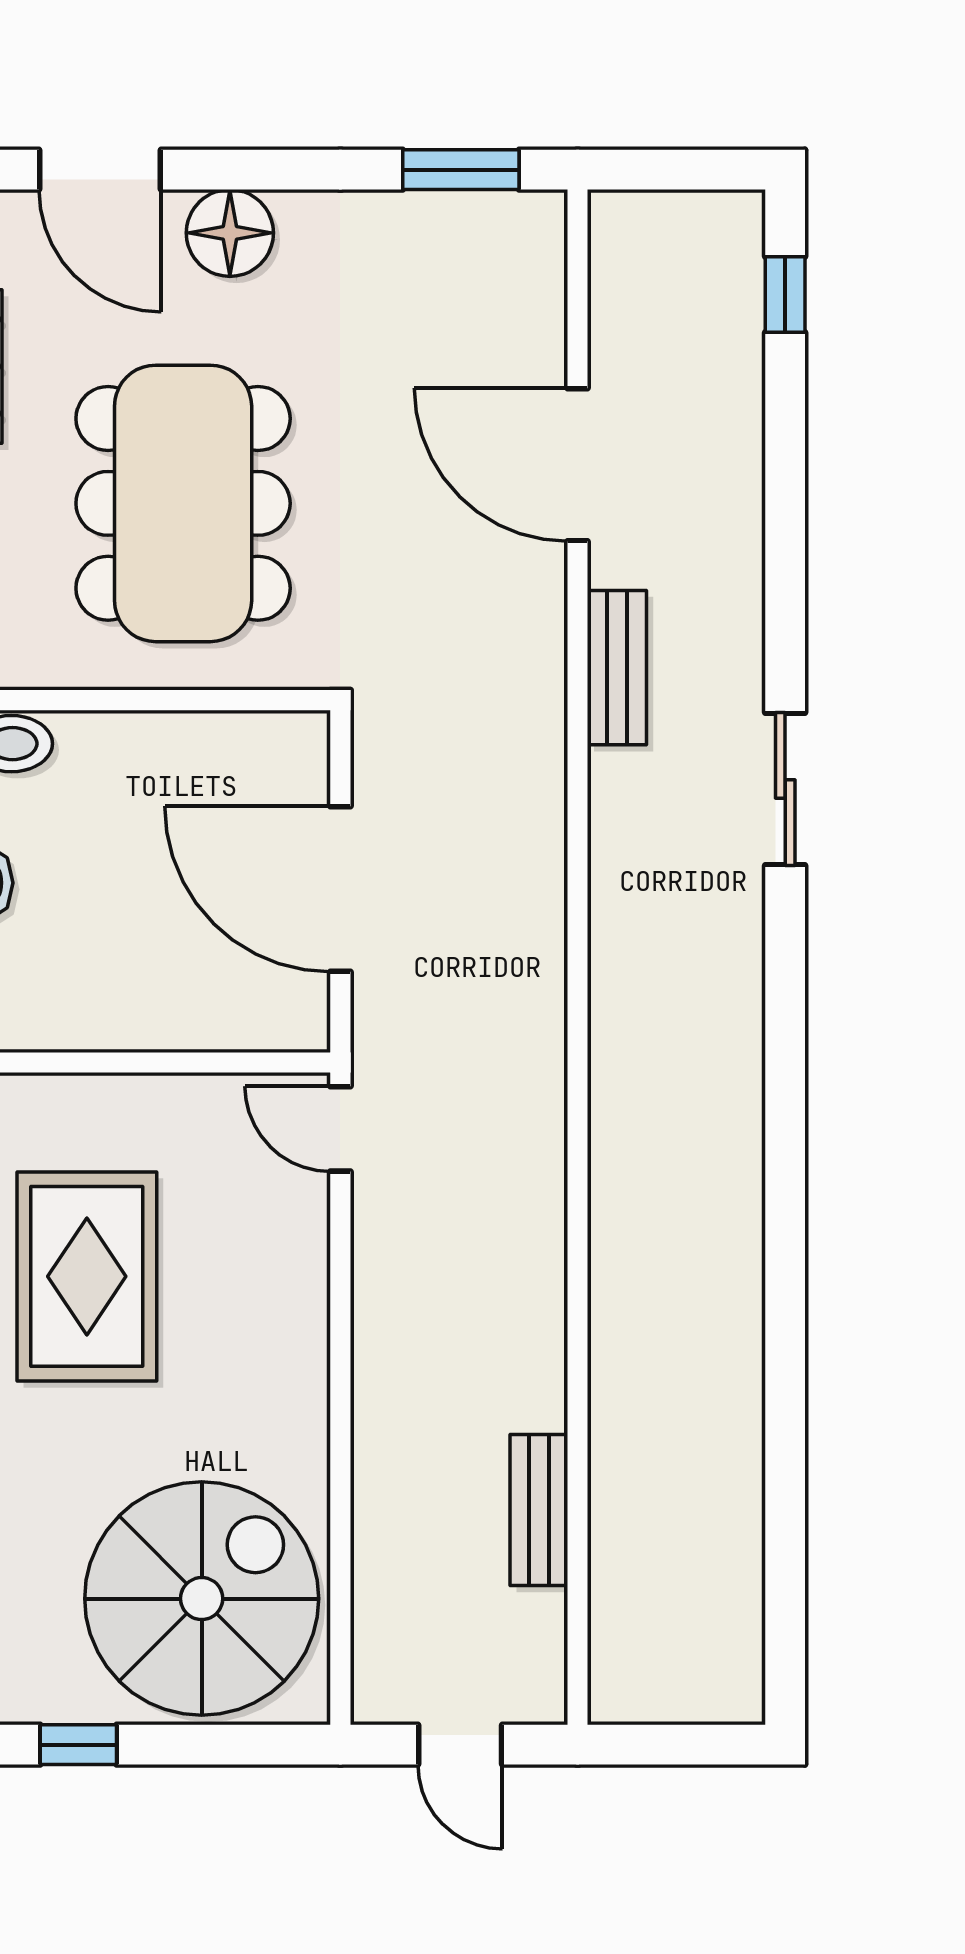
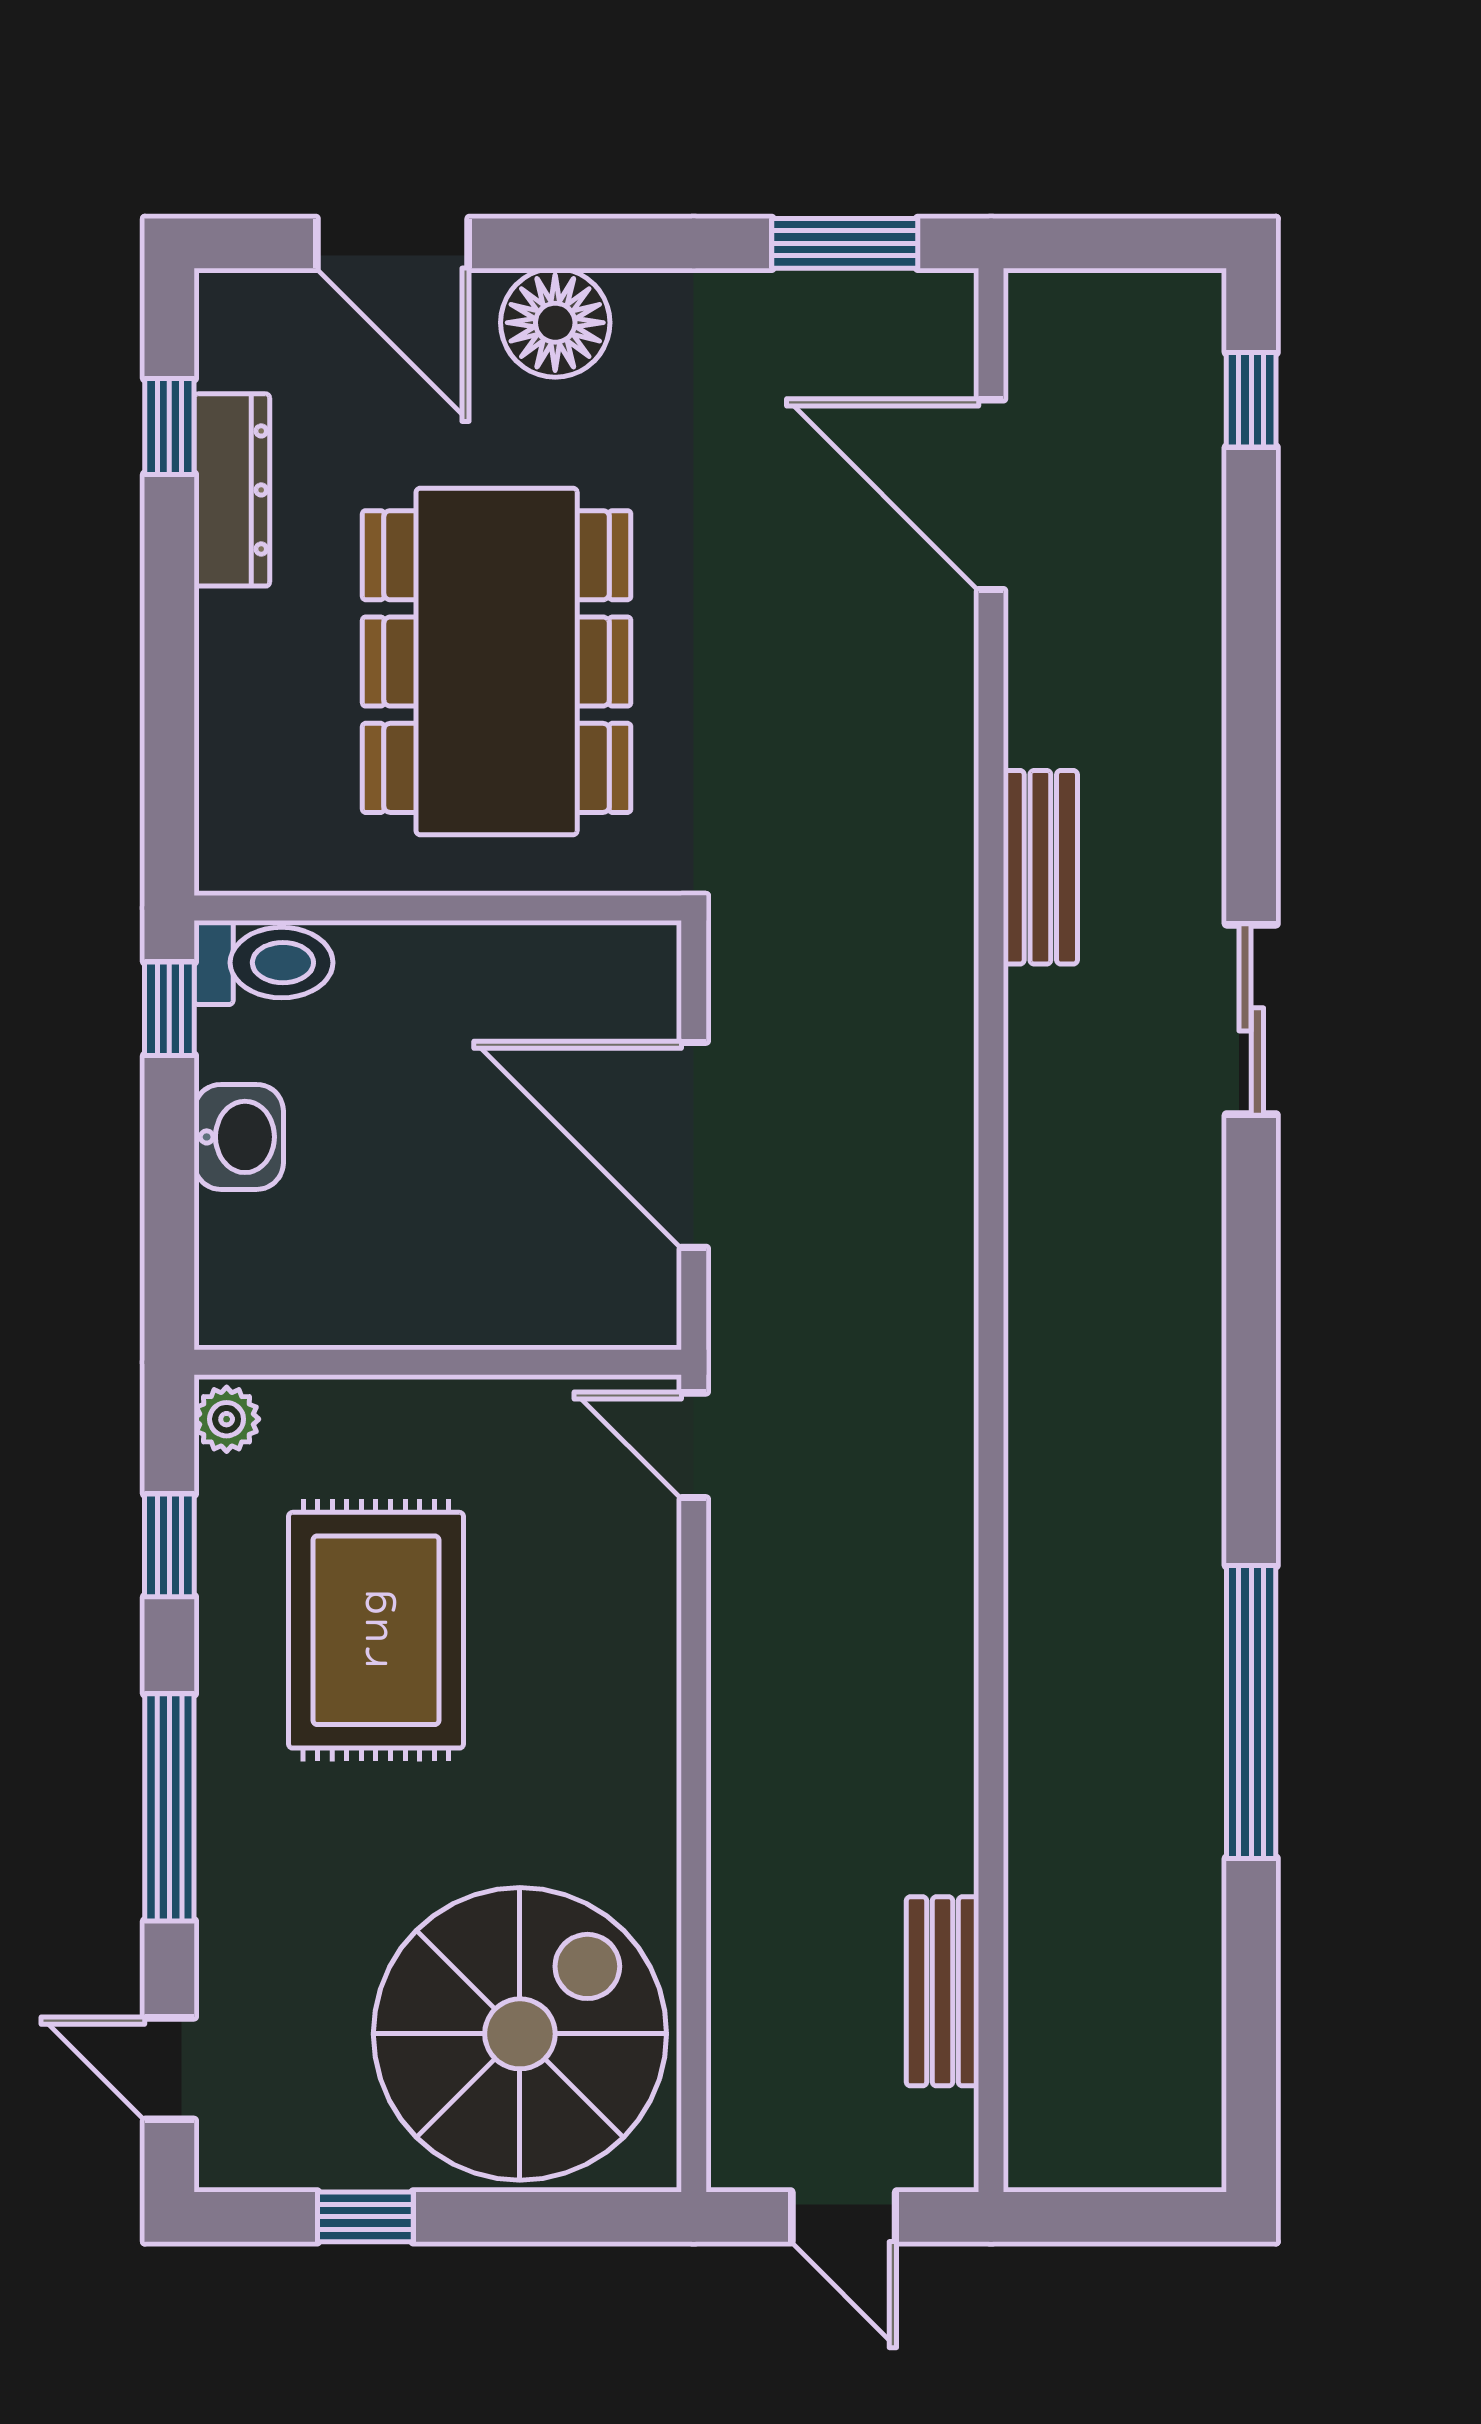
door: (578, 465) -> (991, 495), moved
window: (785, 1342) -> (1251, 1712), added
bench: (539, 1510) -> (942, 1991), moved

